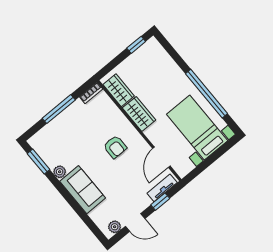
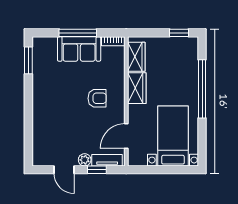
window: (206, 94) -> (202, 89), moved
armchair: (115, 147) -> (97, 98), turned -90
plant: (60, 172) -> (38, 82), removed
sofa: (83, 190) -> (79, 49), moved, turned 90
plant: (115, 227) -> (85, 160), moved

